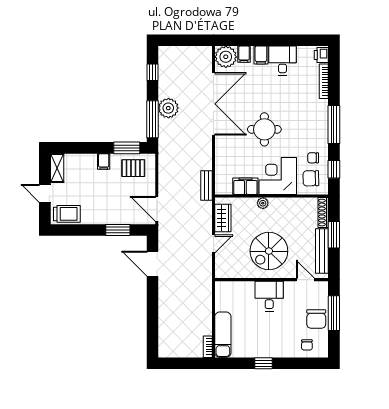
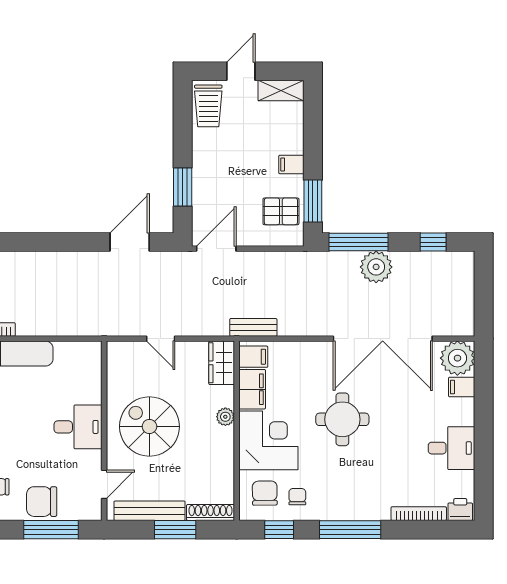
filing cabinet: (261, 55) -> (253, 357), moved, turned 180
pallet: (133, 168) -> (281, 211), turned 90
wardrobe: (223, 218) -> (222, 363), moved, turned 90

